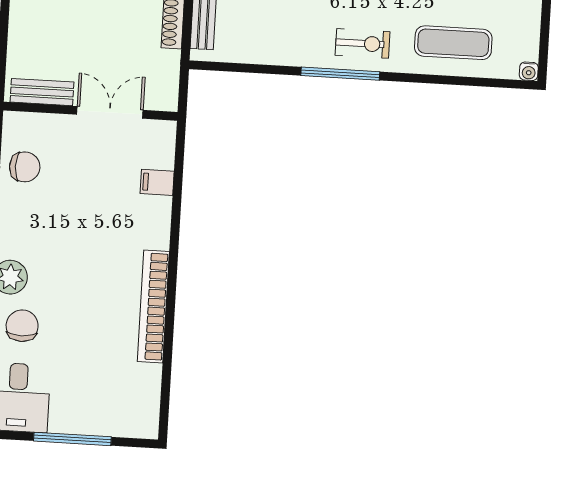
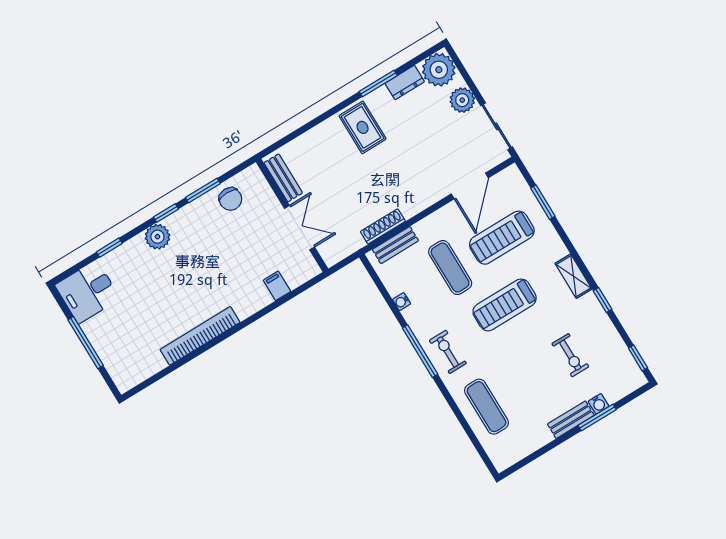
exercise bike: (363, 43) -> (448, 352), turned 180
water cooler: (529, 71) -> (402, 302), moved
chair: (22, 326) -> (133, 264), removed

